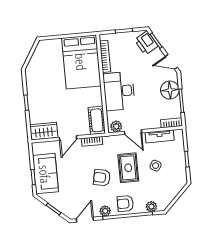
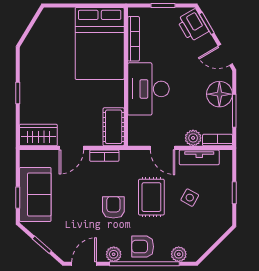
plant: (116, 126) -> (193, 138), moved
armchair: (102, 178) -> (113, 207), turned 79

